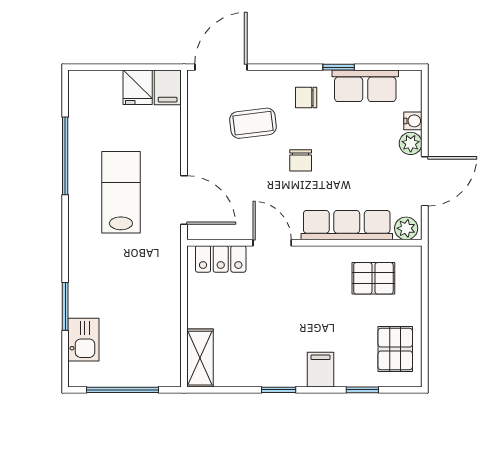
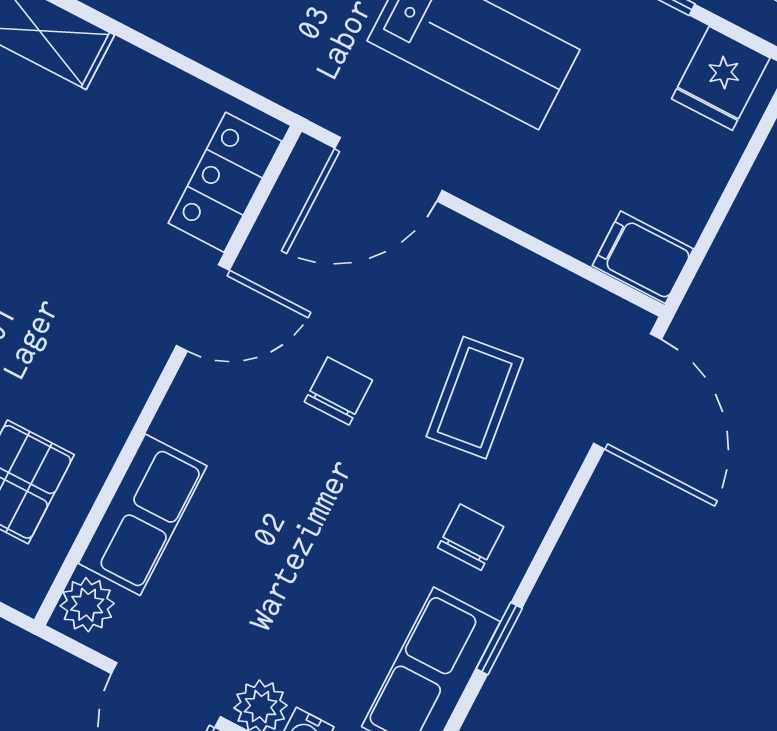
fridge: (138, 87) -> (721, 78), moved, turned -90
chair: (301, 160) -> (338, 391), moved, turned 90
row of seats: (347, 225) -> (143, 515), width x0.68

